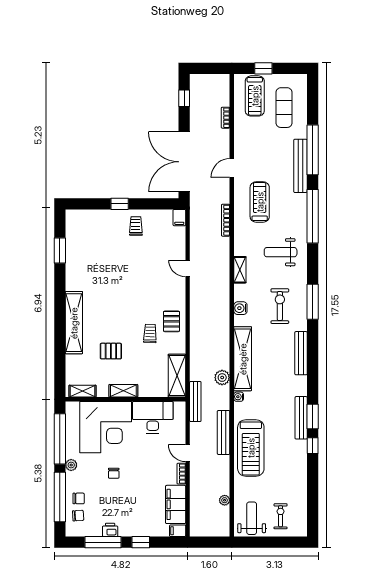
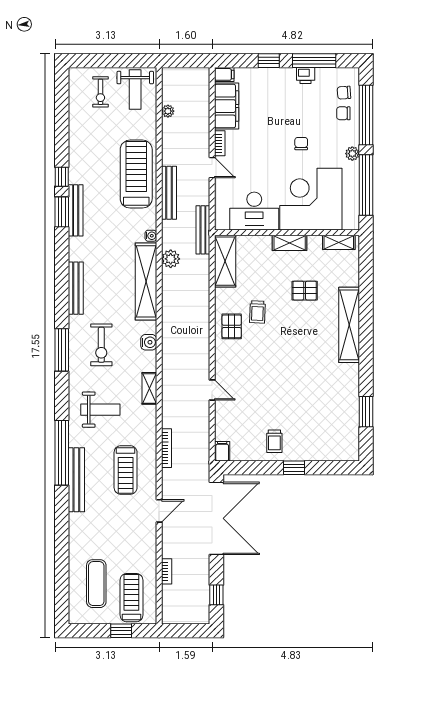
window: (313, 150) -> (62, 533), removed
bench: (300, 166) -> (76, 480), moved

